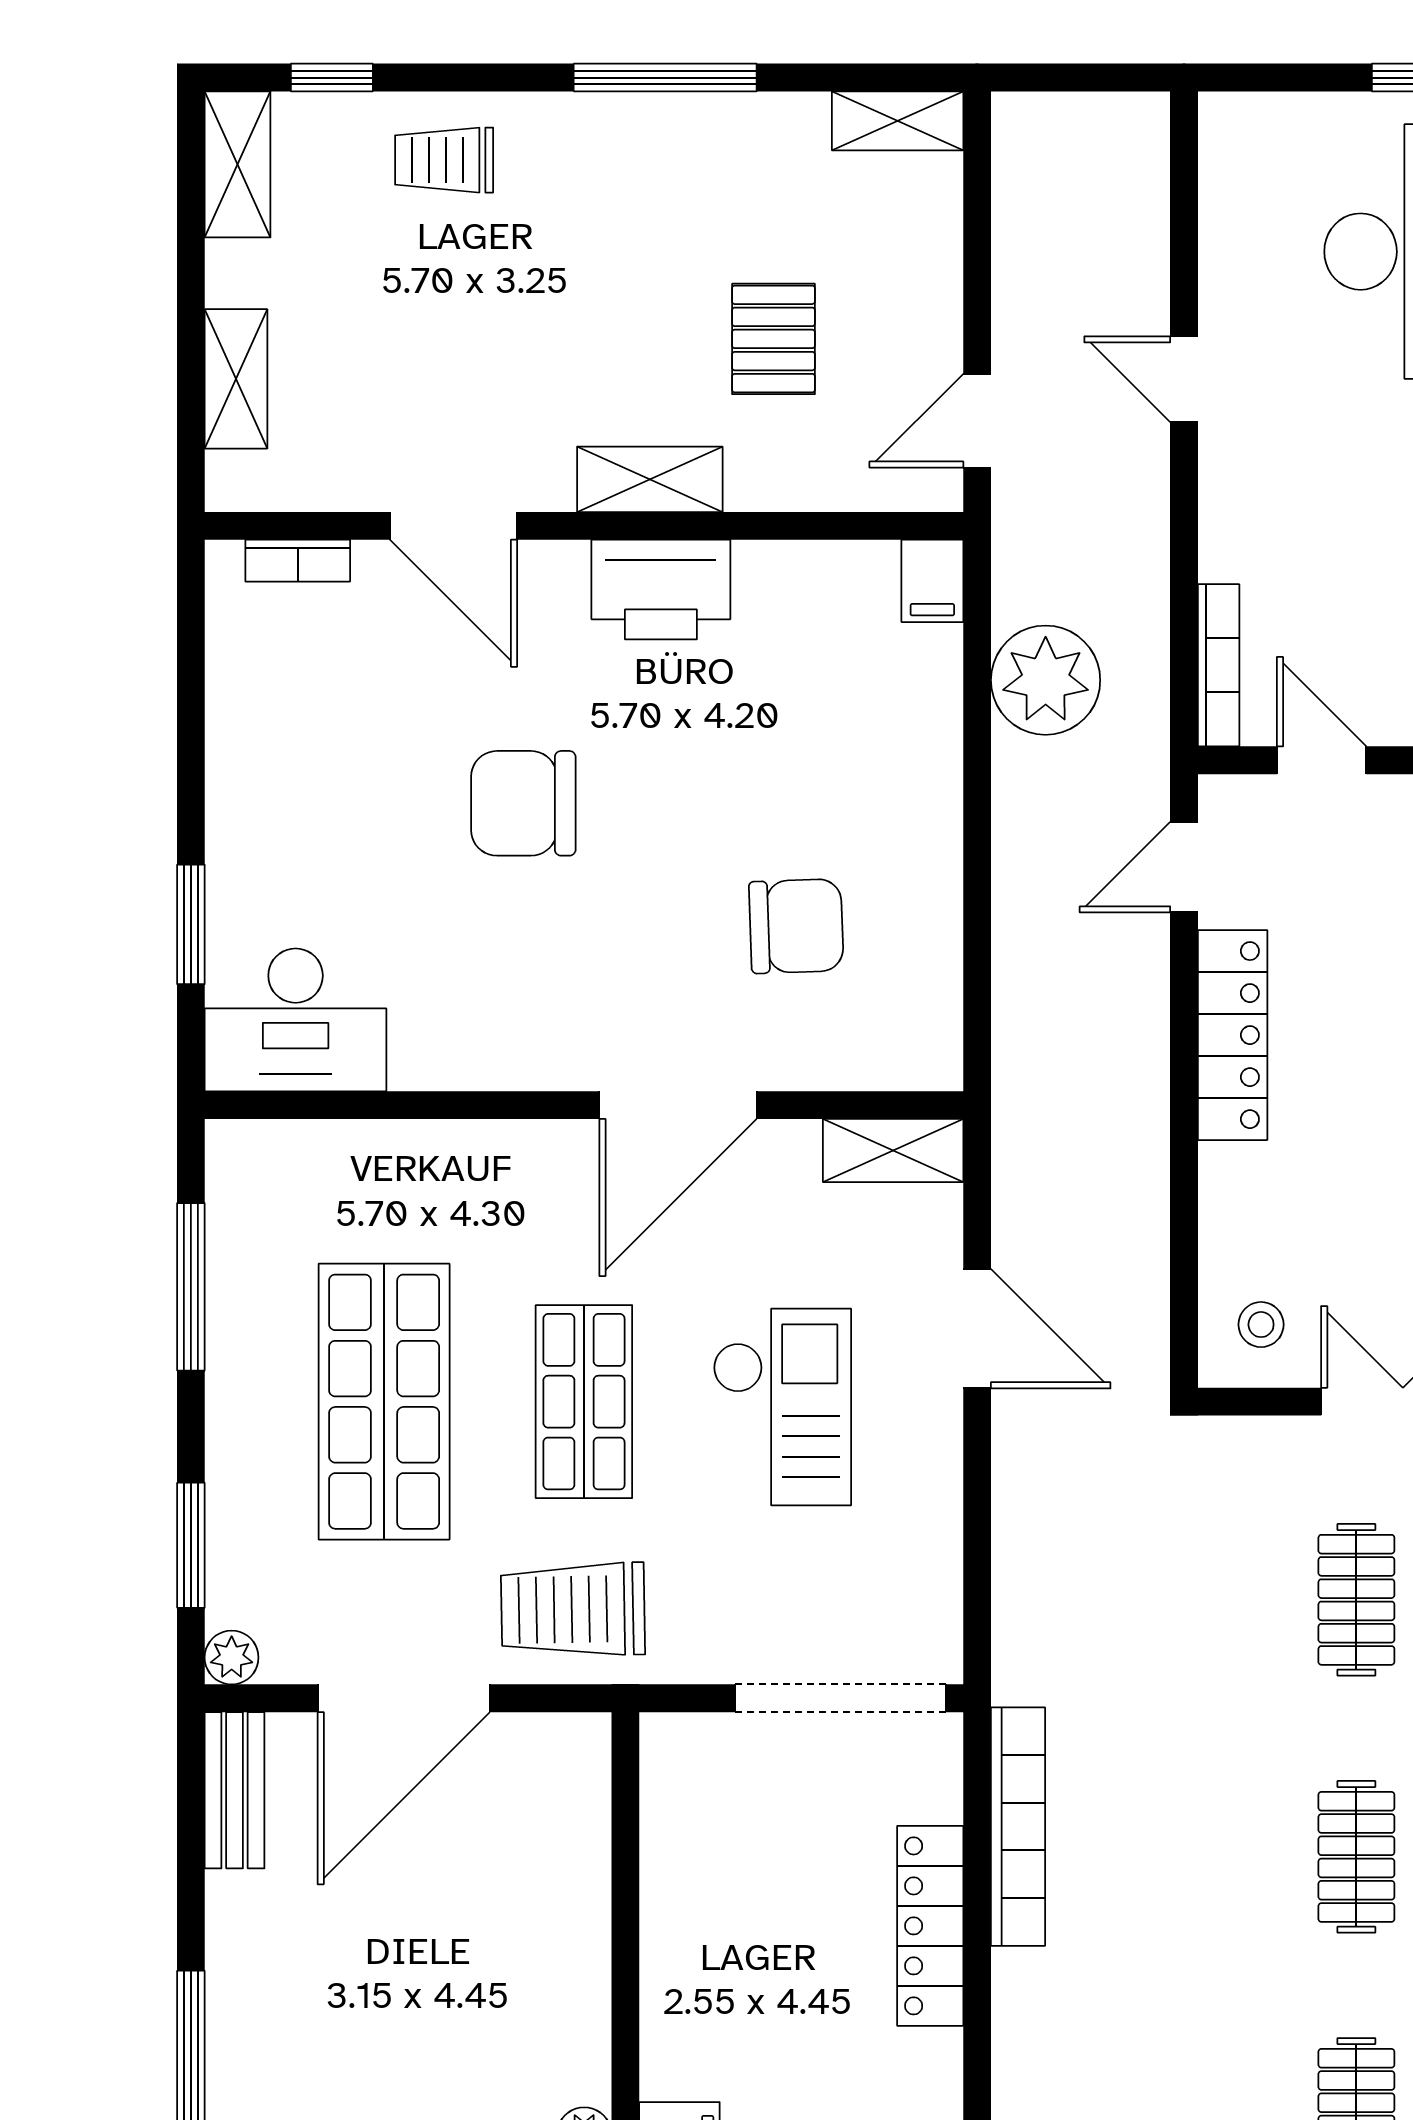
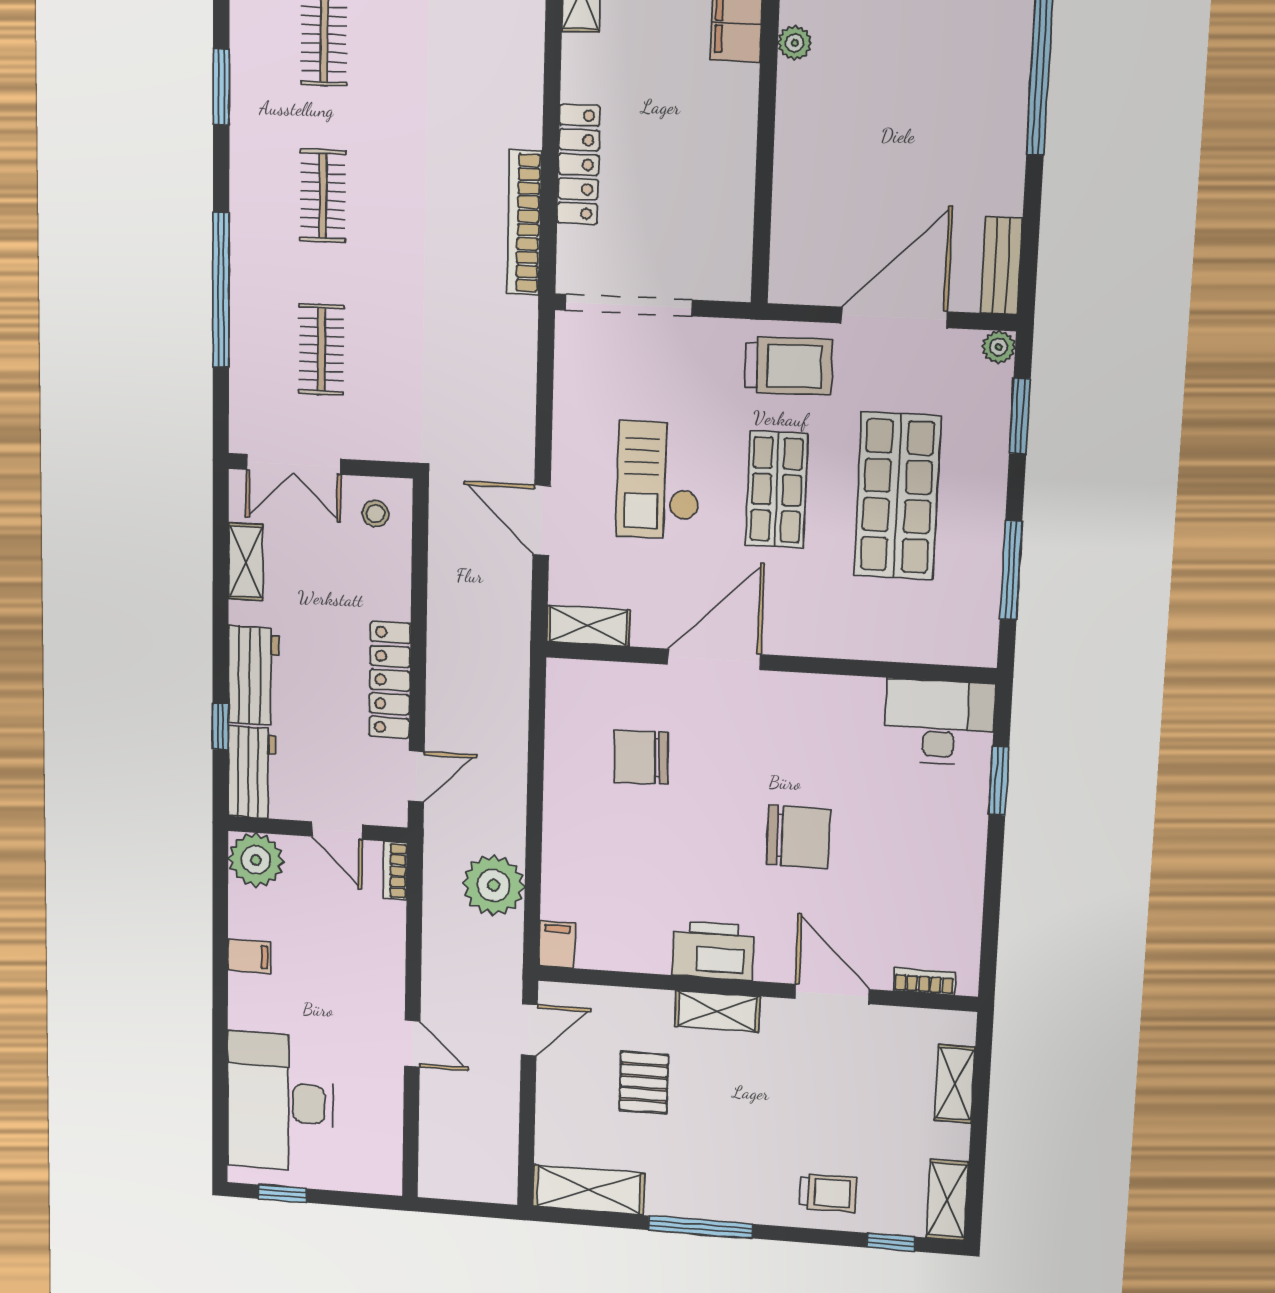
shelving: (898, 121) -> (589, 1190), width x1.50, depth x1.33
bookcase: (1219, 665) -> (395, 871), width x0.64

